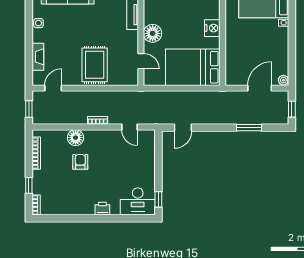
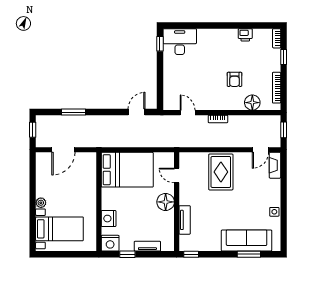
nightstand: (212, 28) -> (109, 219), moved
fireplace: (38, 57) -> (275, 165), moved
plant: (283, 80) -> (41, 203), moved
floor lamp: (76, 138) -> (252, 103), moved
printer: (102, 209) -> (245, 35), moved

